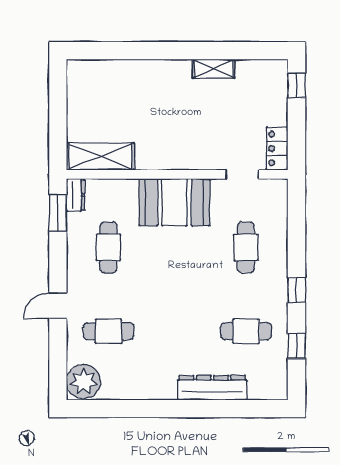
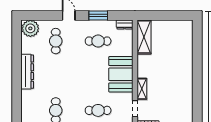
shelving: (213, 69) -> (142, 89), moved
window: (58, 213) -> (98, 16), moved
dresser: (212, 388) -> (27, 72), moved

